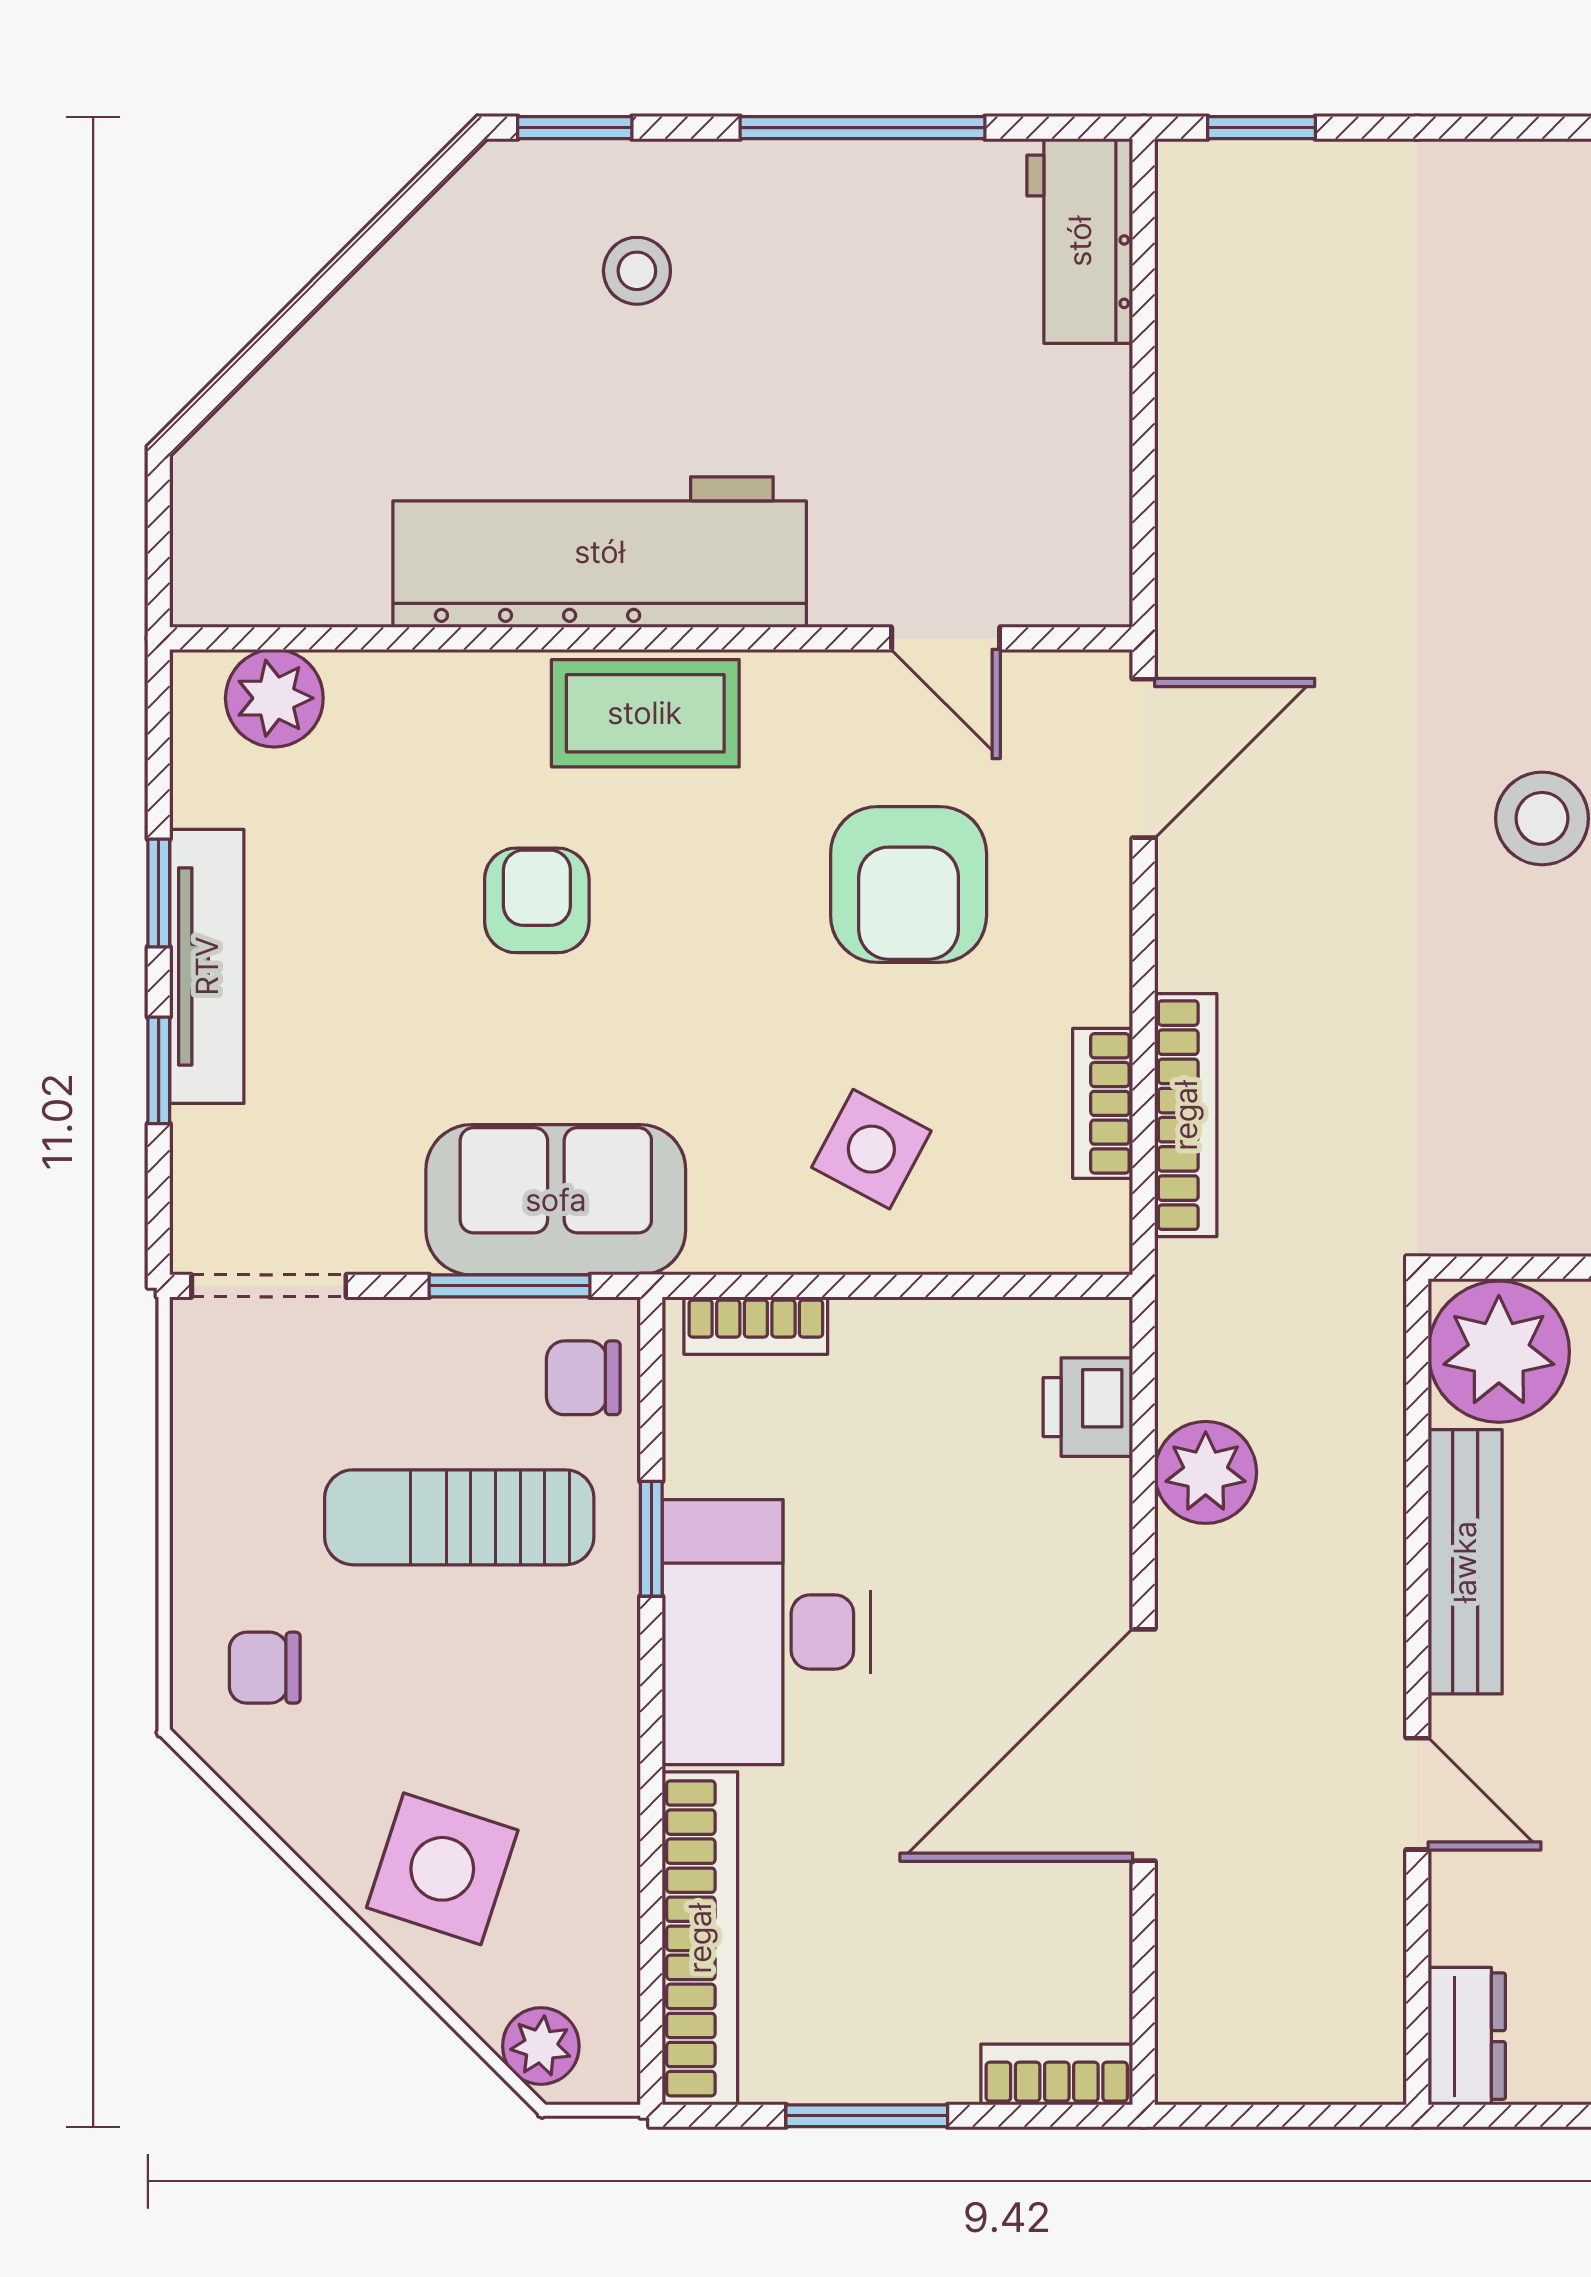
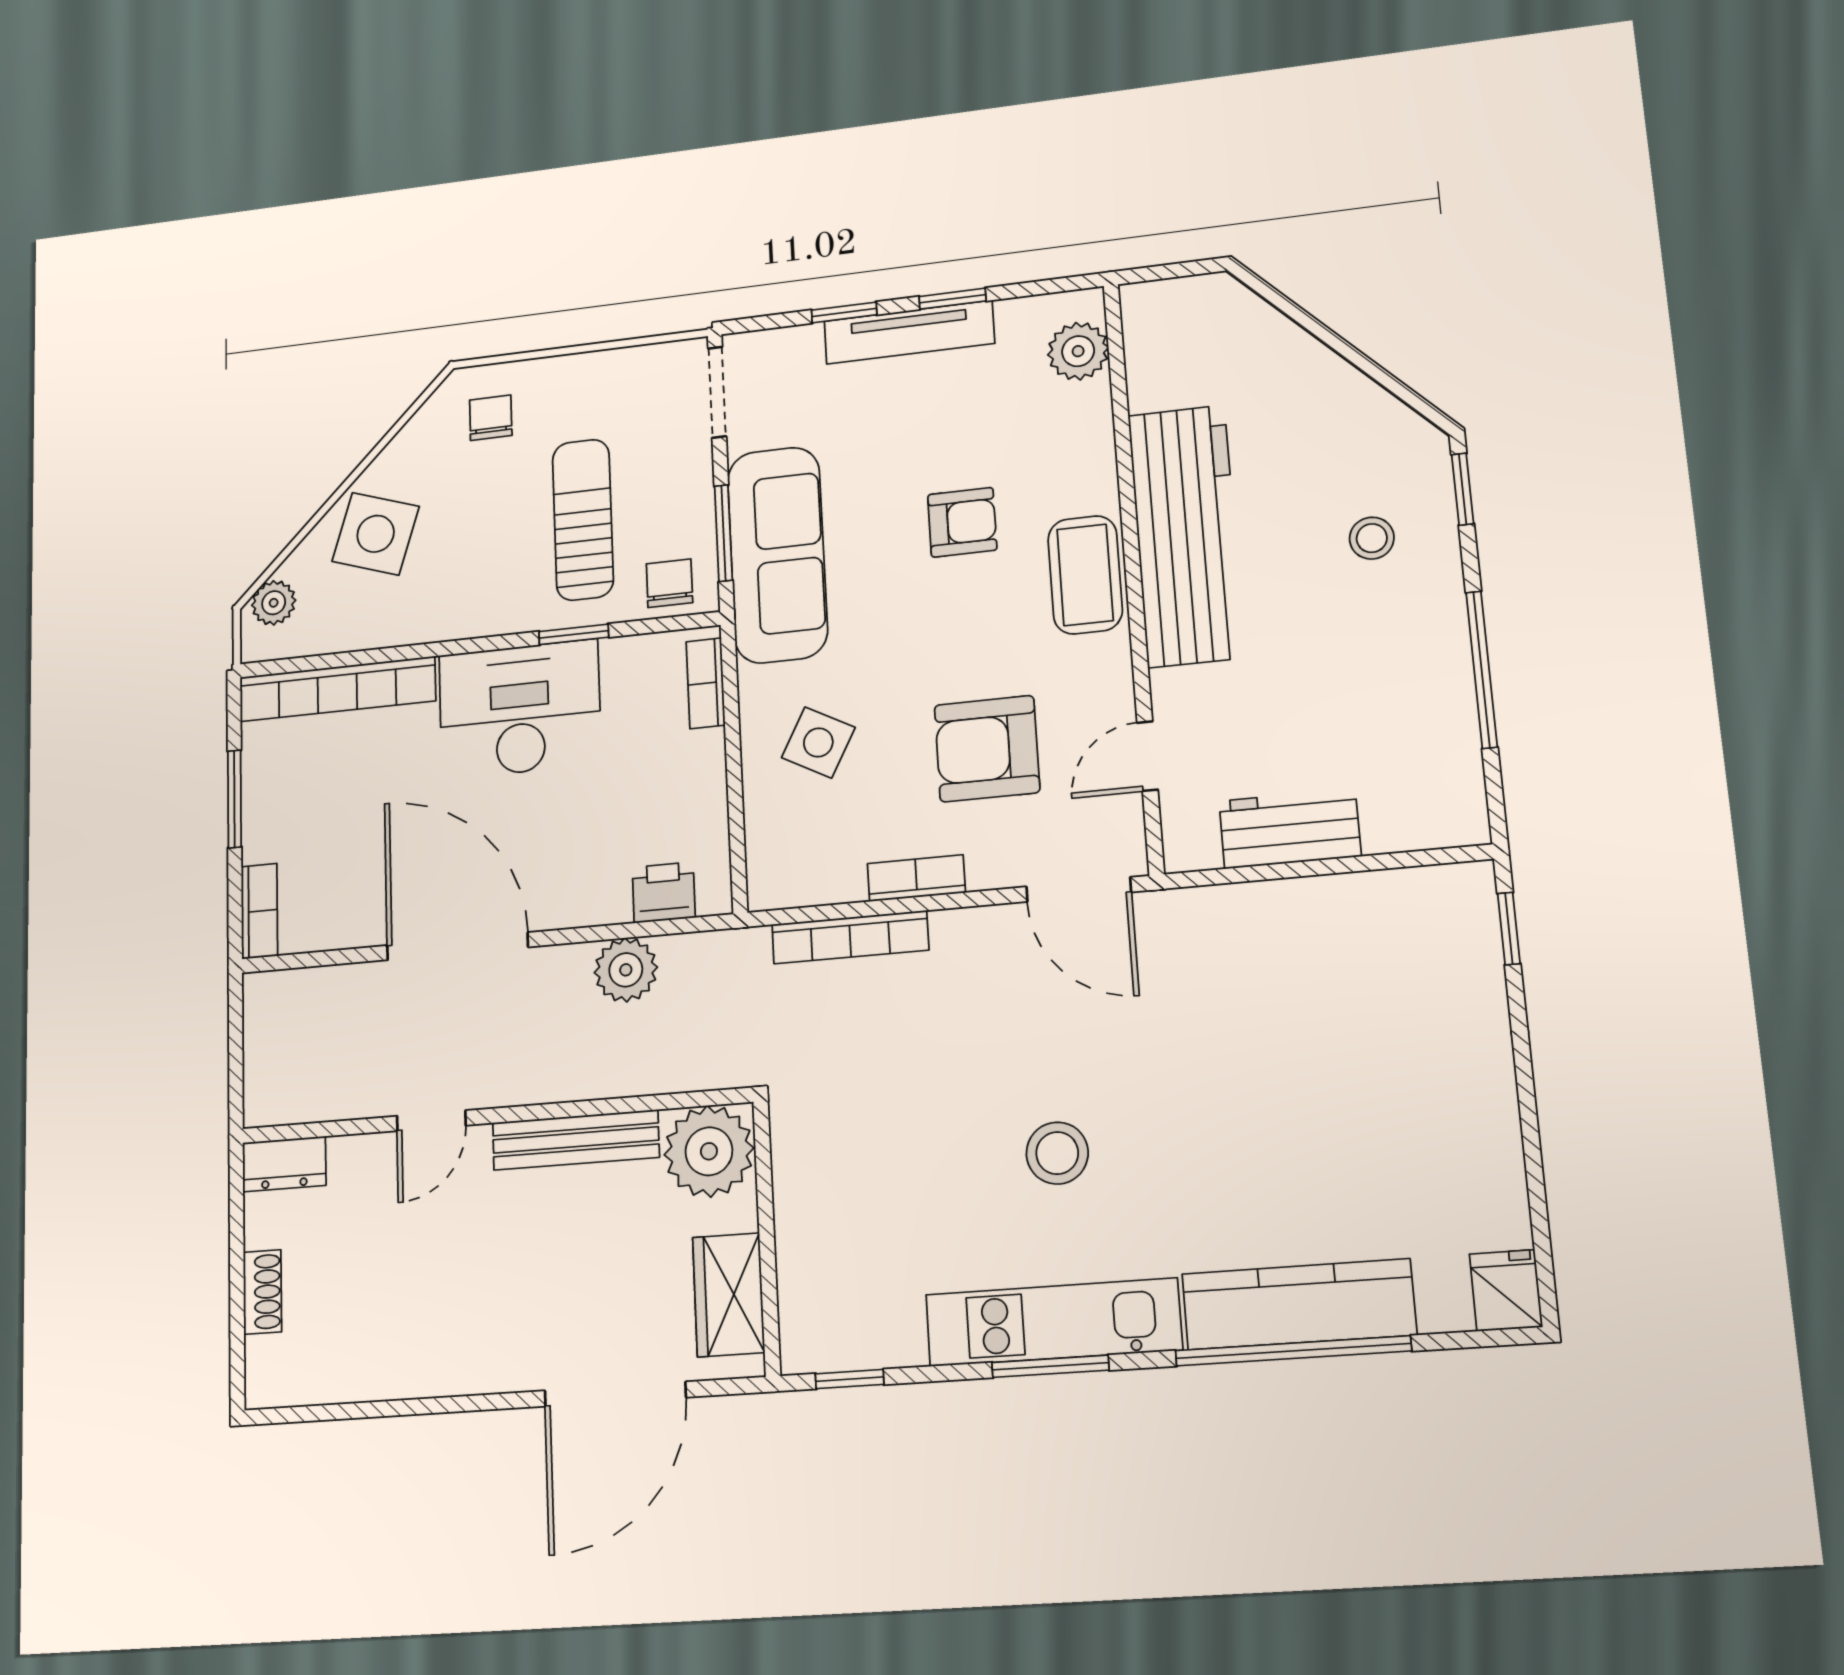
workbench: (1080, 241) -> (1290, 829), moved
bookcase: (1103, 1103) -> (916, 878), moved
sofa: (556, 1200) -> (777, 555), width x1.36

